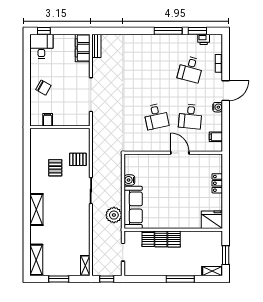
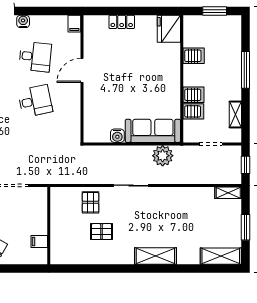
filing cabinet: (216, 137) -> (74, 24), moved
server rack: (174, 239) -> (194, 56), moved
shelving: (212, 271) -> (235, 114), moved

